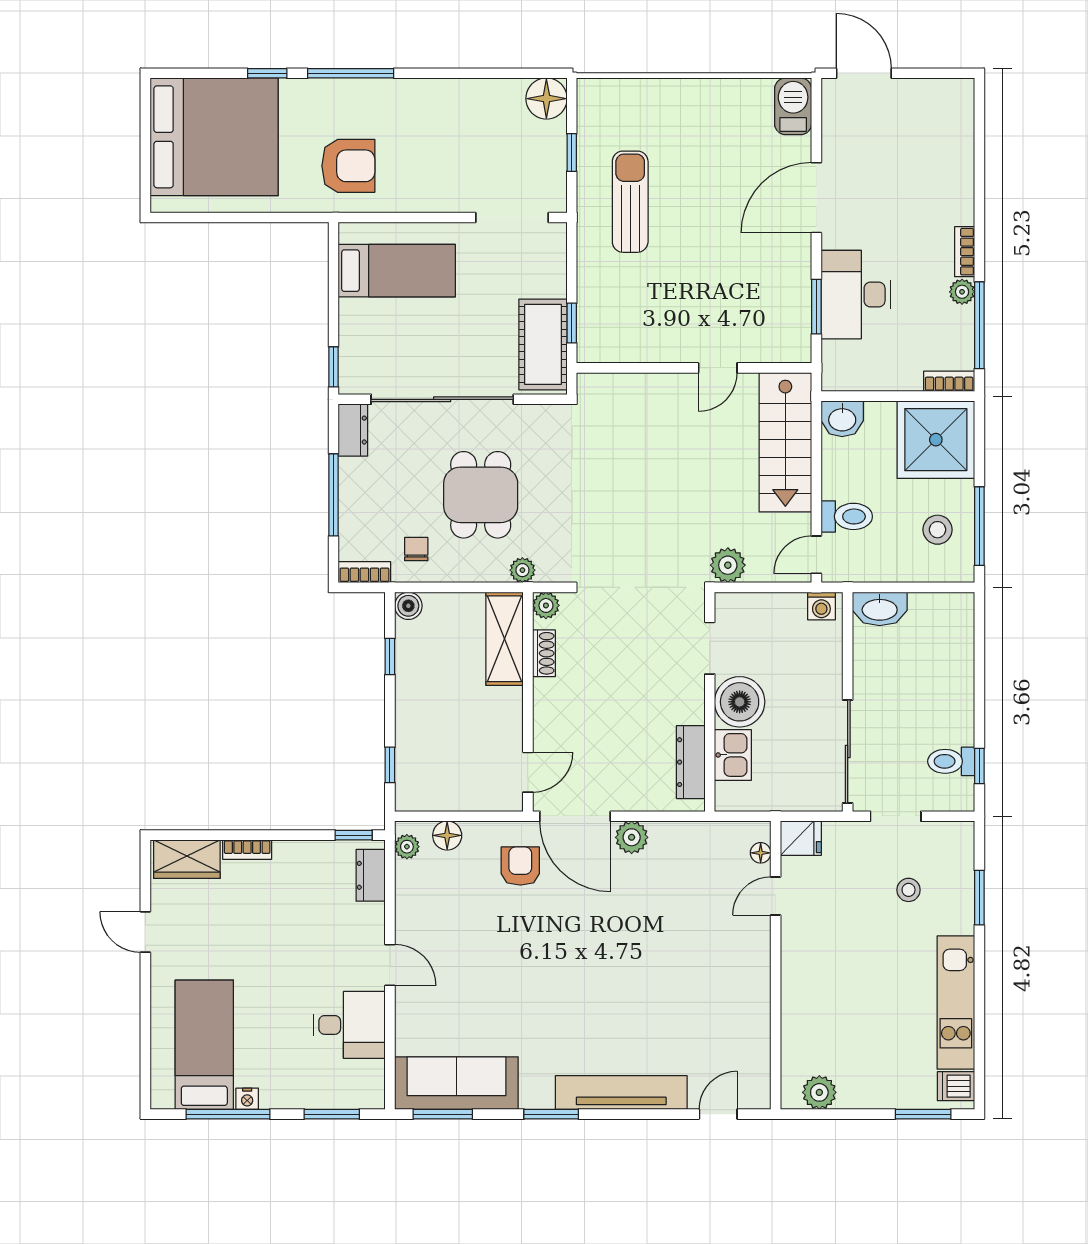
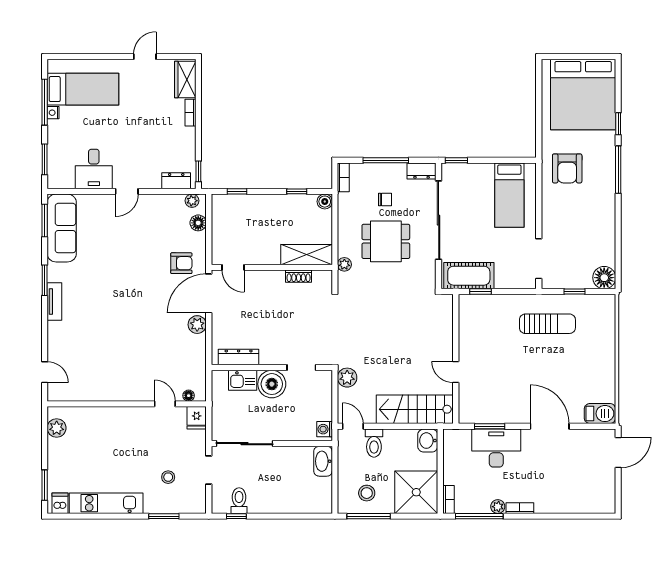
chair: (416, 549) -> (385, 200), moved
plant: (546, 605) -> (325, 277), removed
tv unit: (621, 1093) -> (54, 301), width x0.52, depth x0.78

